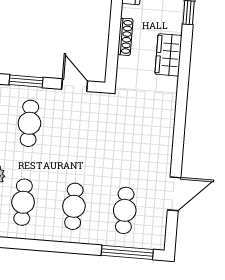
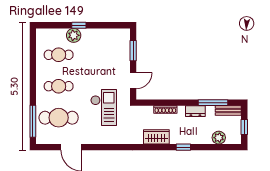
cafe table: (29, 123) -> (107, 55), removed
checkout: (114, 136) -> (104, 107), added
cafe table: (125, 210) -> (59, 118), width x1.37, depth x1.35

